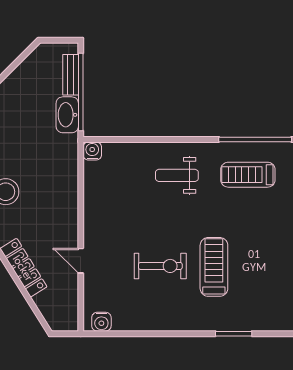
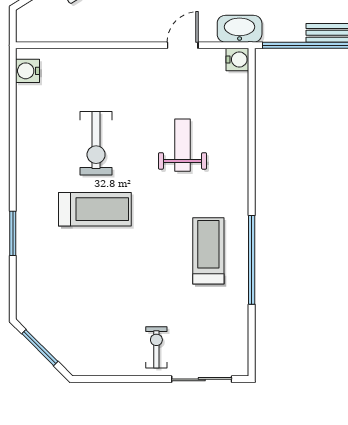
washbasin: (67, 115) -> (240, 29), moved
weight bench: (177, 175) -> (183, 145), moved
door: (81, 261) -> (183, 45), moved

